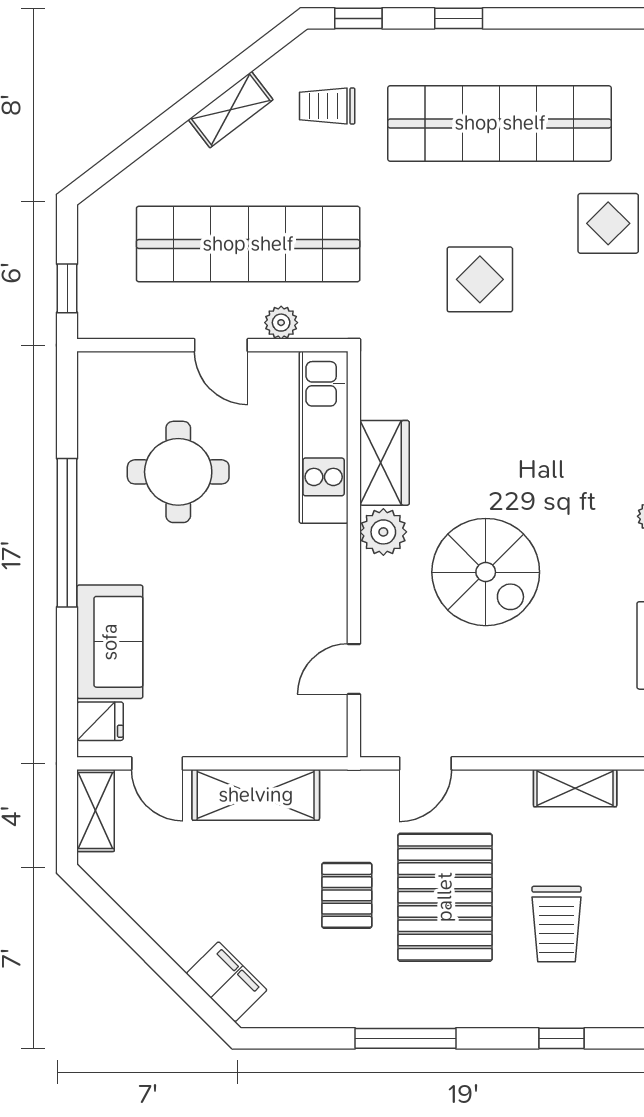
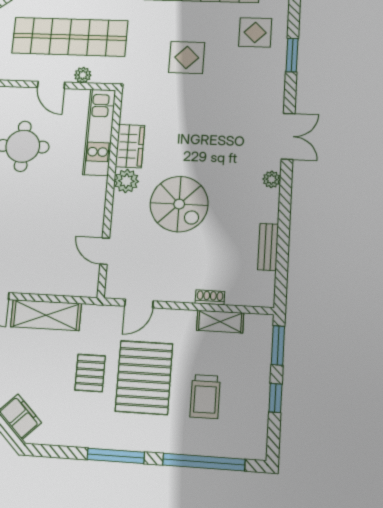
door: (354, 669) -> (105, 251), hinge flipped
shoe rack: (554, 745) -> (210, 297), added
window: (561, 1038) -> (204, 462), width x3.17

